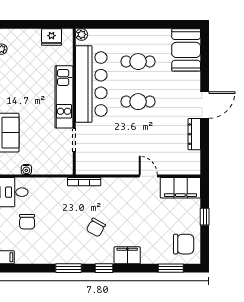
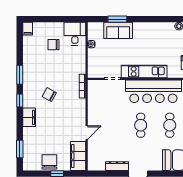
chair: (184, 244) -> (49, 162), moved, turned 180

